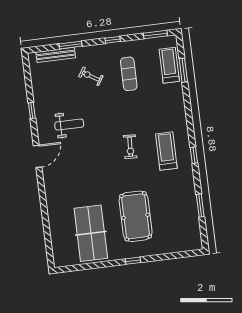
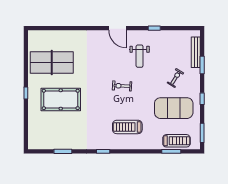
exercise mat: (129, 74) -> (174, 108), width x2.00, depth x1.45
exercise bike: (130, 147) -> (122, 86), moved
treadmill: (166, 151) -> (127, 127), moved, turned 180

